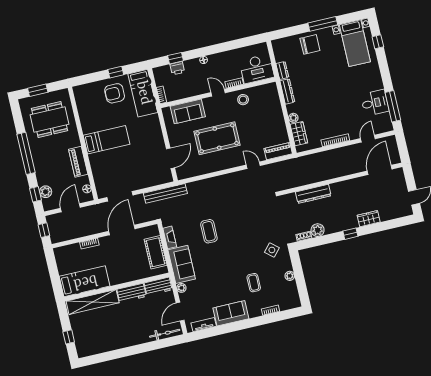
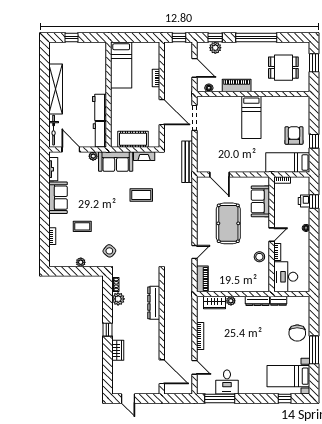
dining table: (50, 119) -> (283, 68), width x0.73
shelving: (93, 302) -> (56, 89), moved

